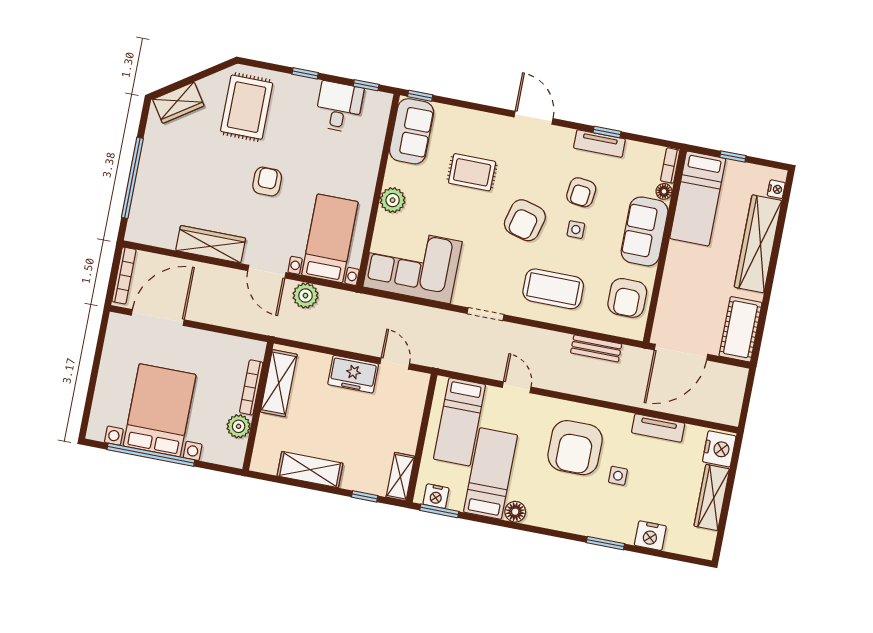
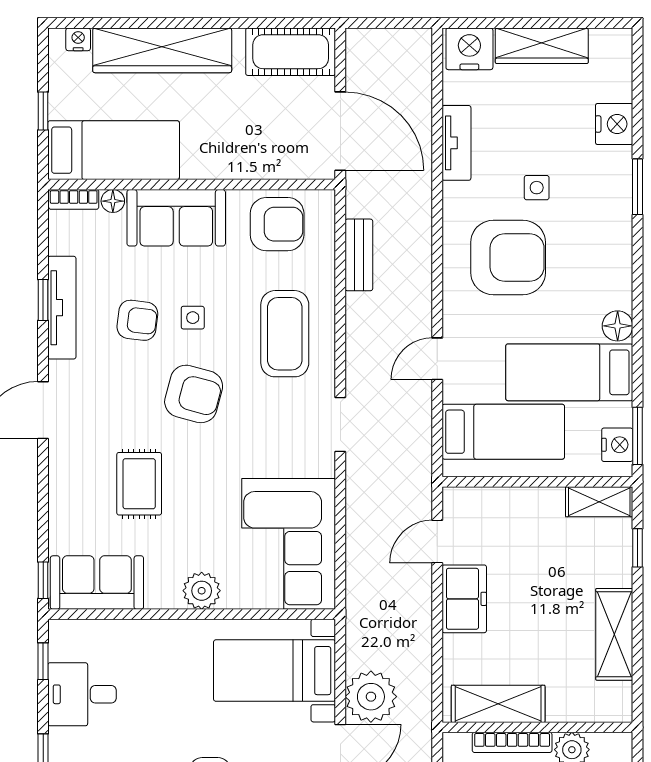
tv unit: (599, 144) -> (62, 308), width x1.41
plant: (305, 296) -> (371, 697), width x1.36, depth x1.36

